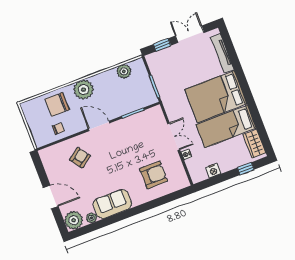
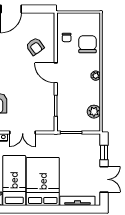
plant: (84, 90) -> (96, 76), width x0.53, depth x0.53
door: (99, 126) -> (56, 73), swing flipped

